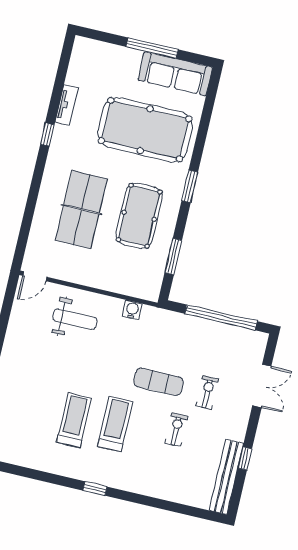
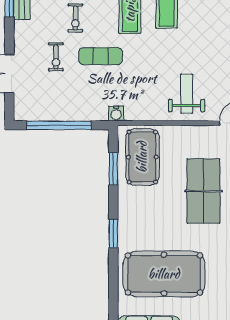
pool table: (139, 216) -> (142, 157), moved
water cooler: (132, 310) -> (116, 114), moved
weight bench: (75, 319) -> (187, 94), turned 90

